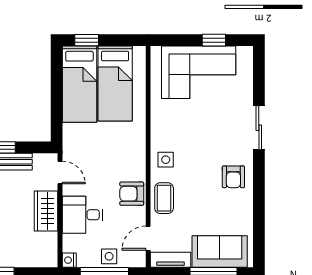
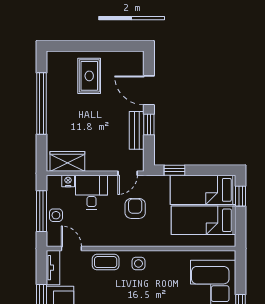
window: (57, 118) -> (174, 170), added
armchair: (132, 194) -> (135, 208), moved
wardrobe: (46, 211) -> (67, 161), moved
nightstand: (69, 260) -> (68, 181), moved

